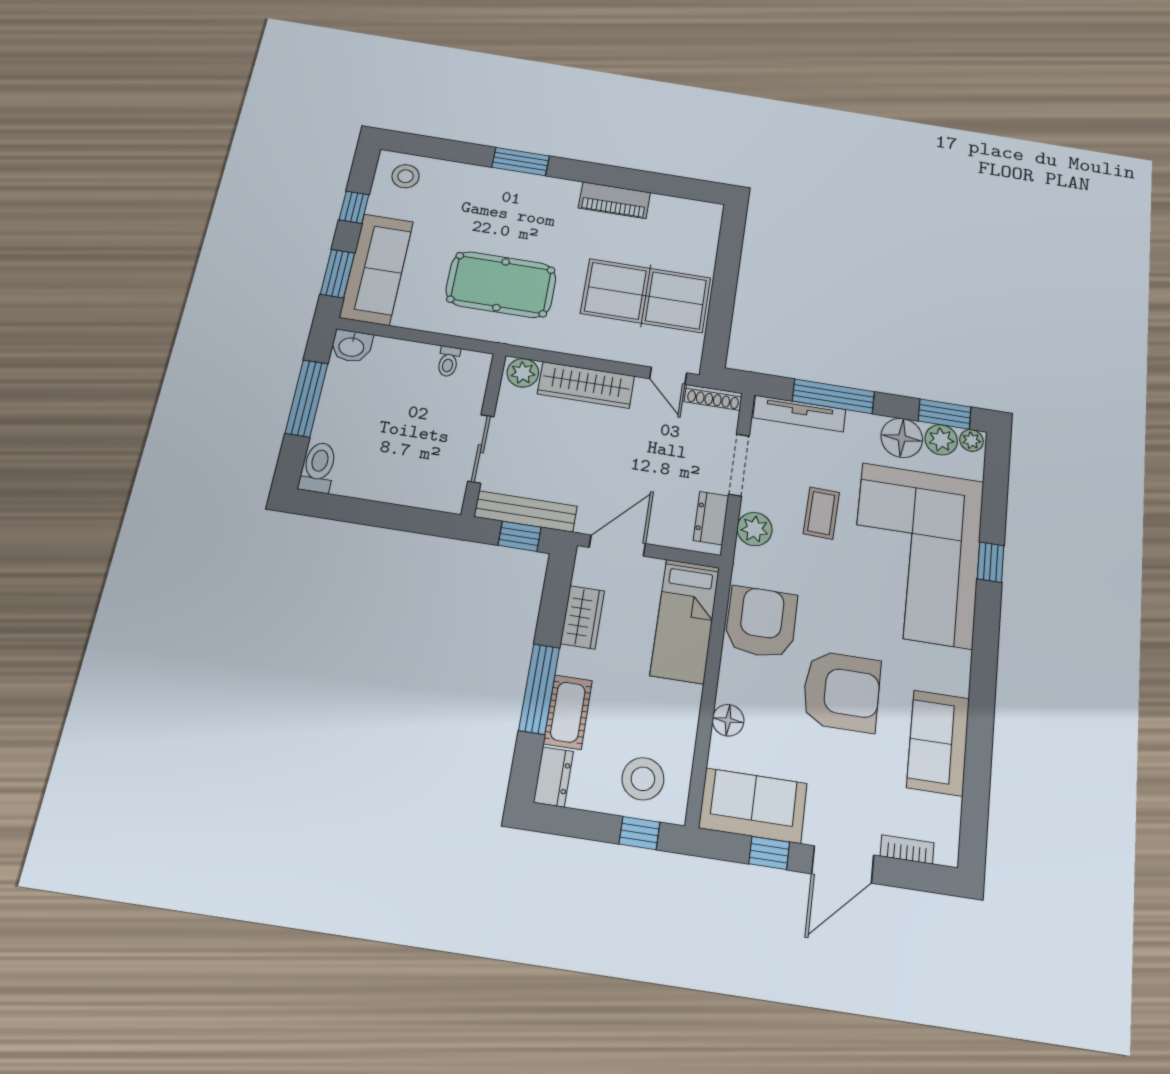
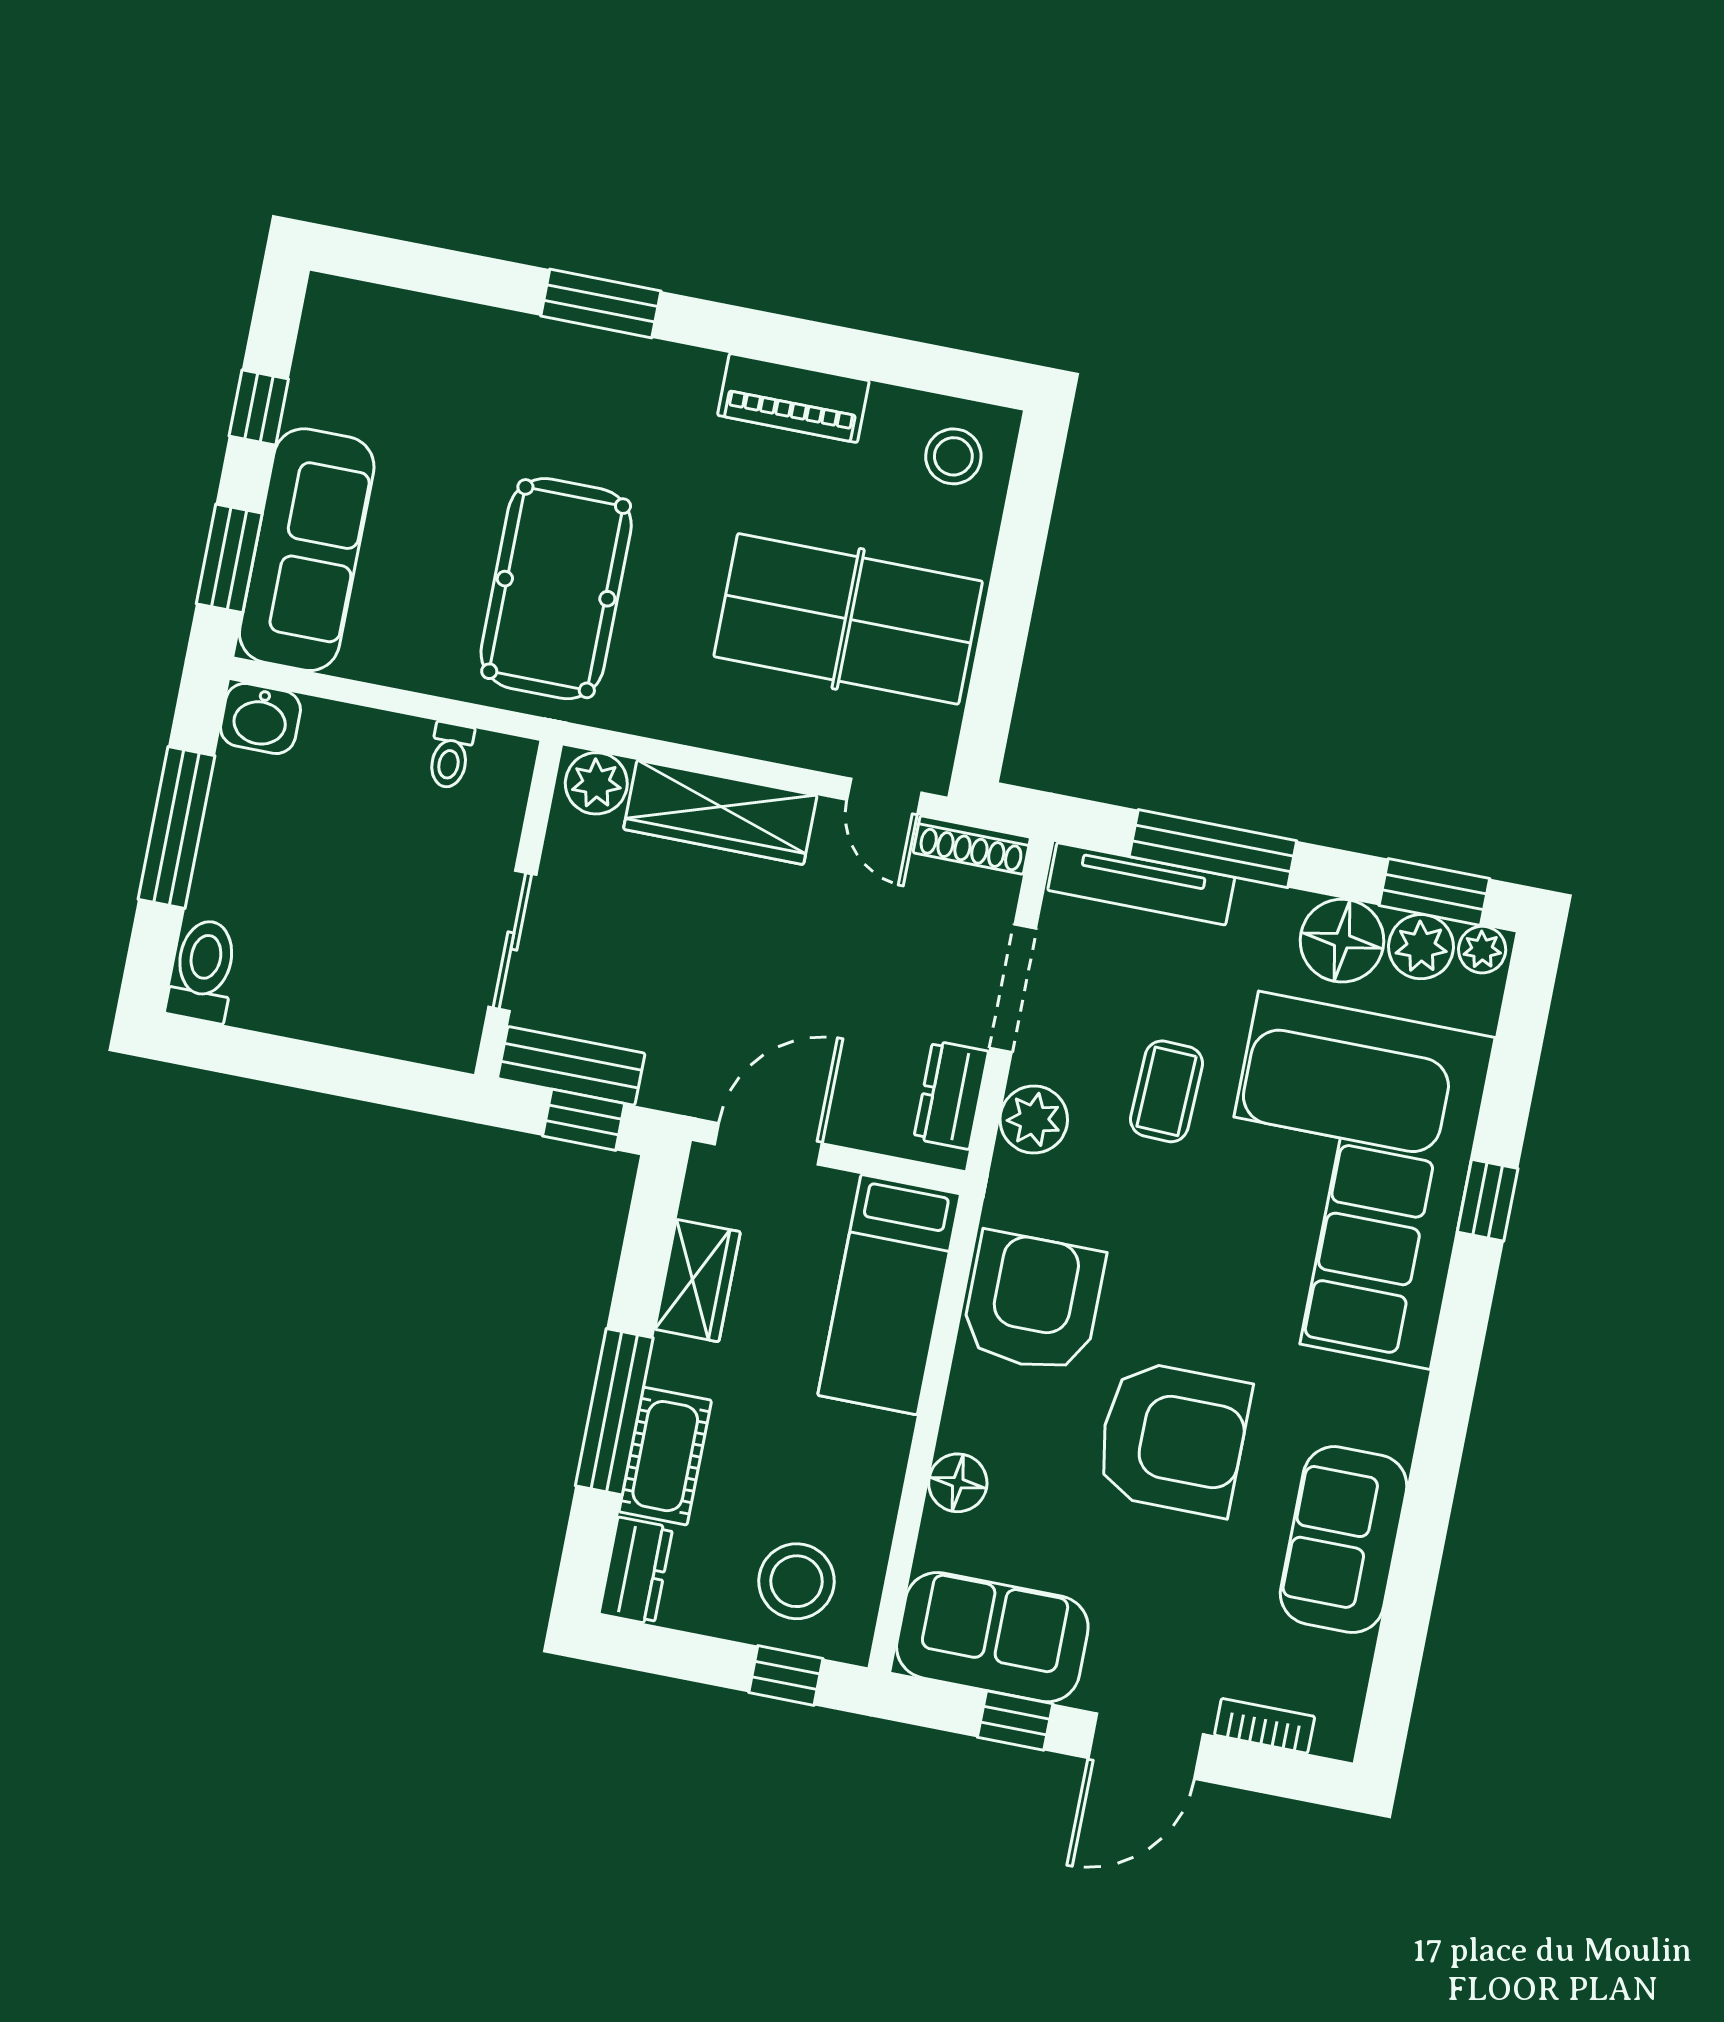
stool: (406, 176) -> (953, 456), moved
pool table: (501, 285) -> (556, 589), turned 90
bench: (526, 511) -> (571, 1066), width x0.73

